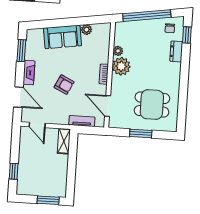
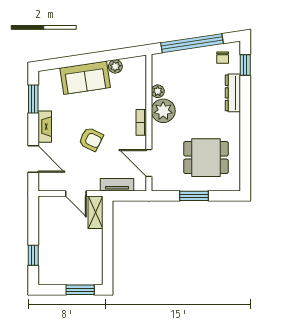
dresser: (176, 51) -> (233, 93), width x1.44
door: (37, 125) -> (76, 193), moved

